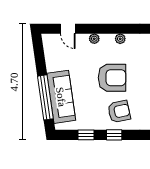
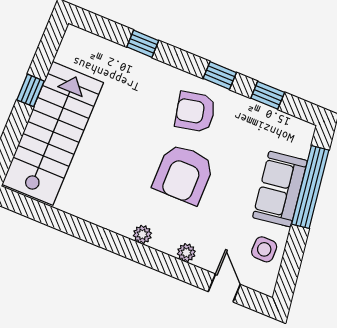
side table: (56, 56) -> (264, 249), added
armchair: (112, 78) -> (183, 174), turned -90
sofa: (61, 97) -> (280, 189), width x0.73

